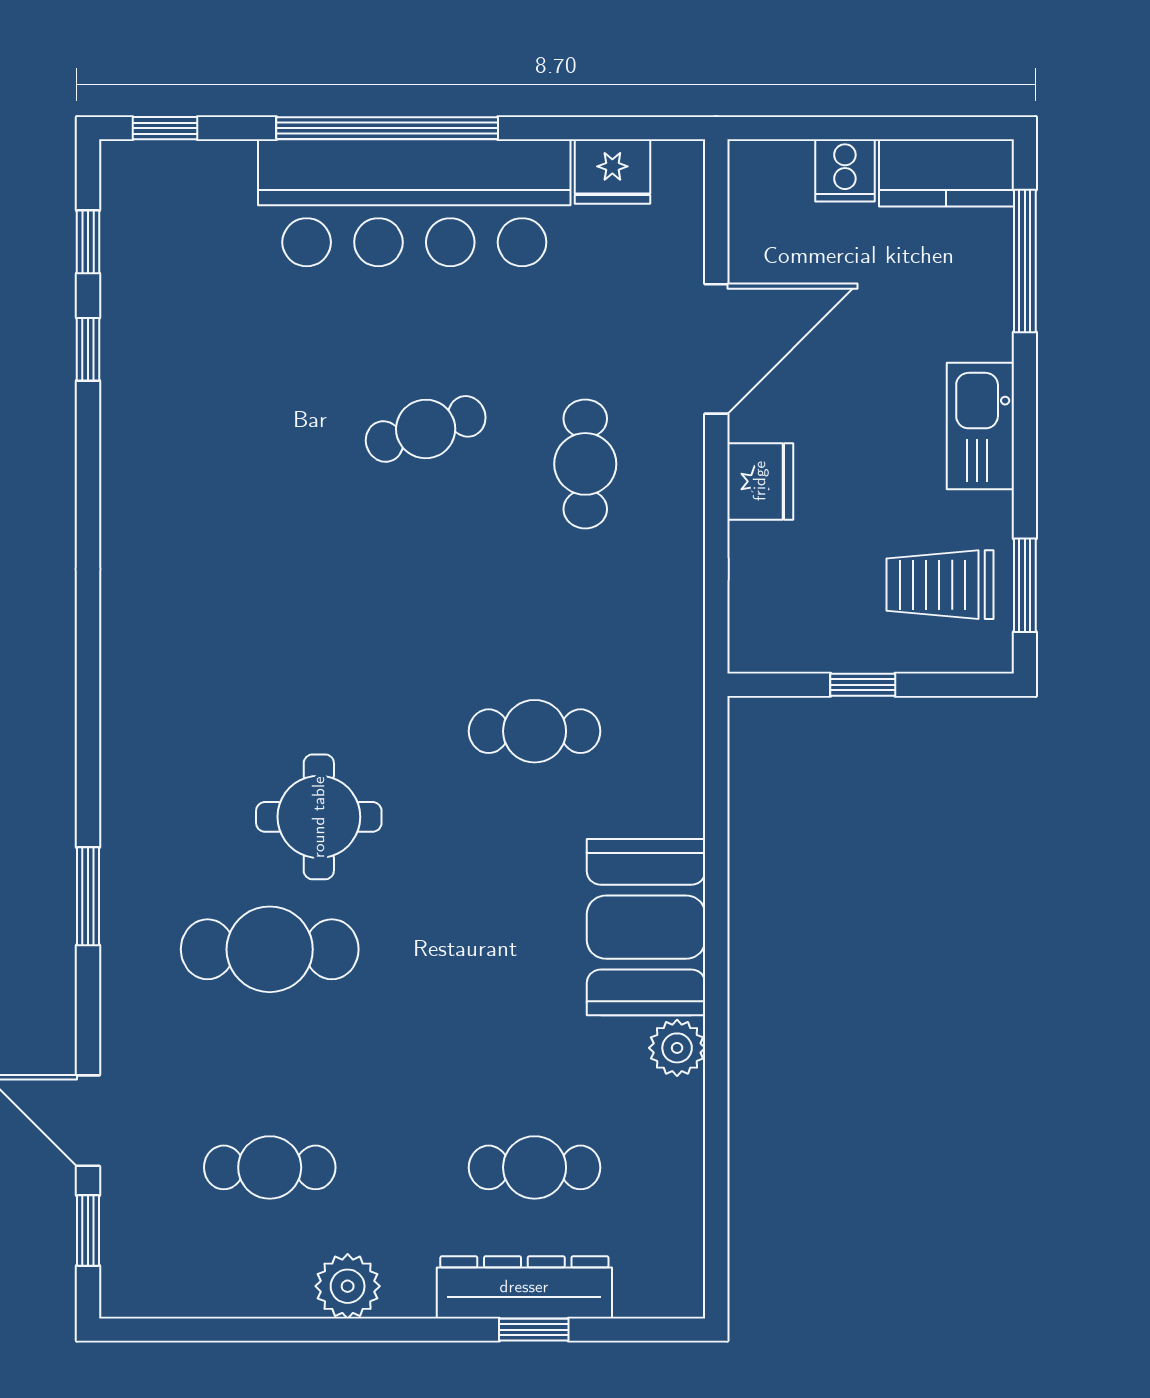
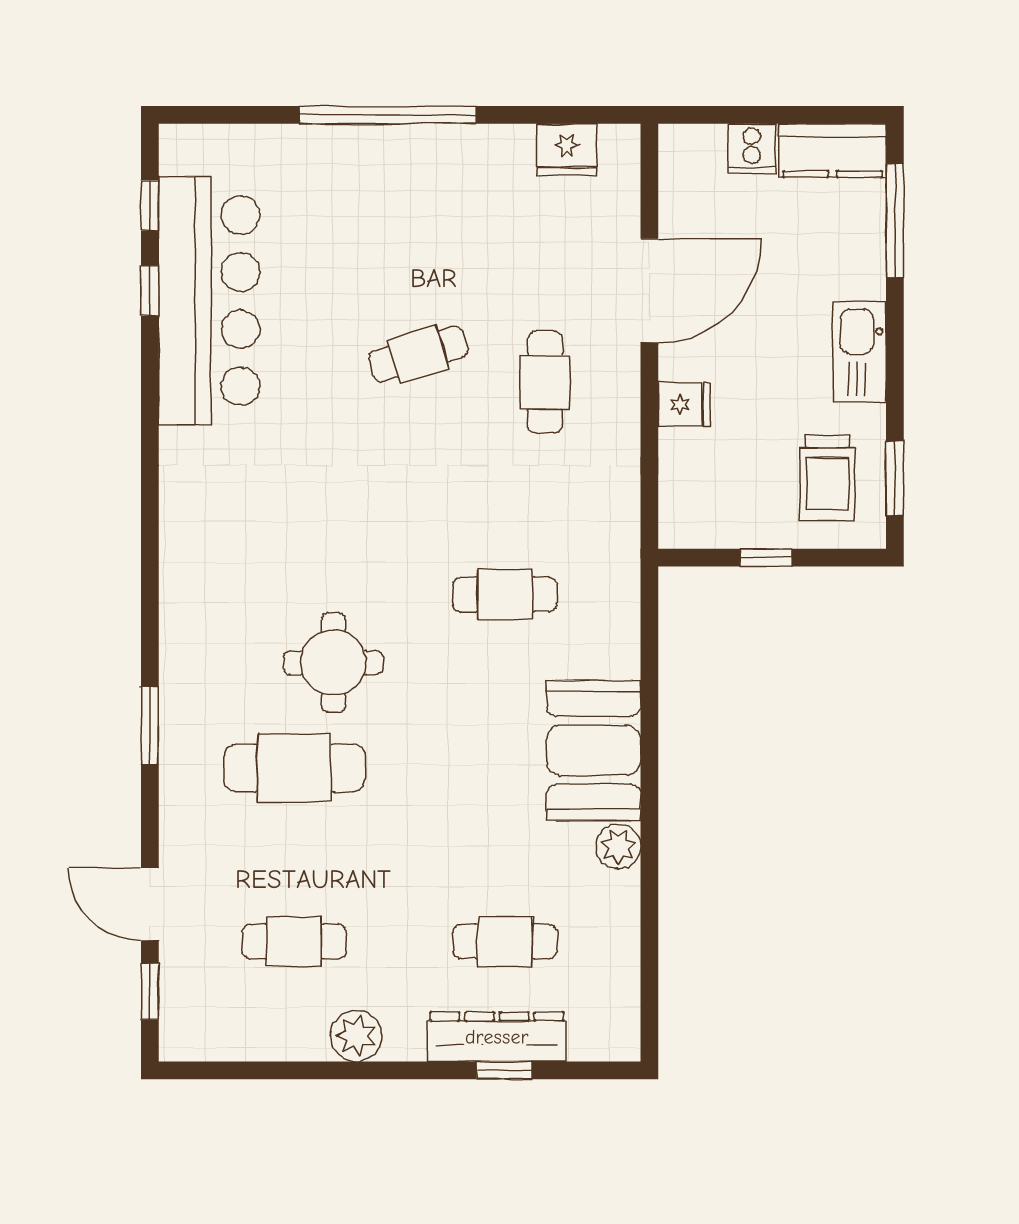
window: (165, 128) -> (211, 115), removed
bar counter: (414, 203) -> (209, 301), moved, turned -90
fridge: (760, 481) -> (684, 404), width x0.72
trolley: (940, 585) -> (827, 478), turned -90

